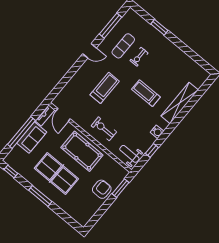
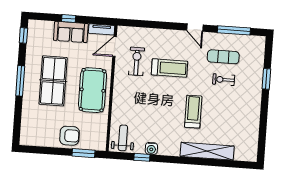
exercise bike: (104, 129) -> (137, 61), moved
window: (22, 132) -> (69, 19), width x0.32
water cooler: (157, 132) -> (151, 148), moved

